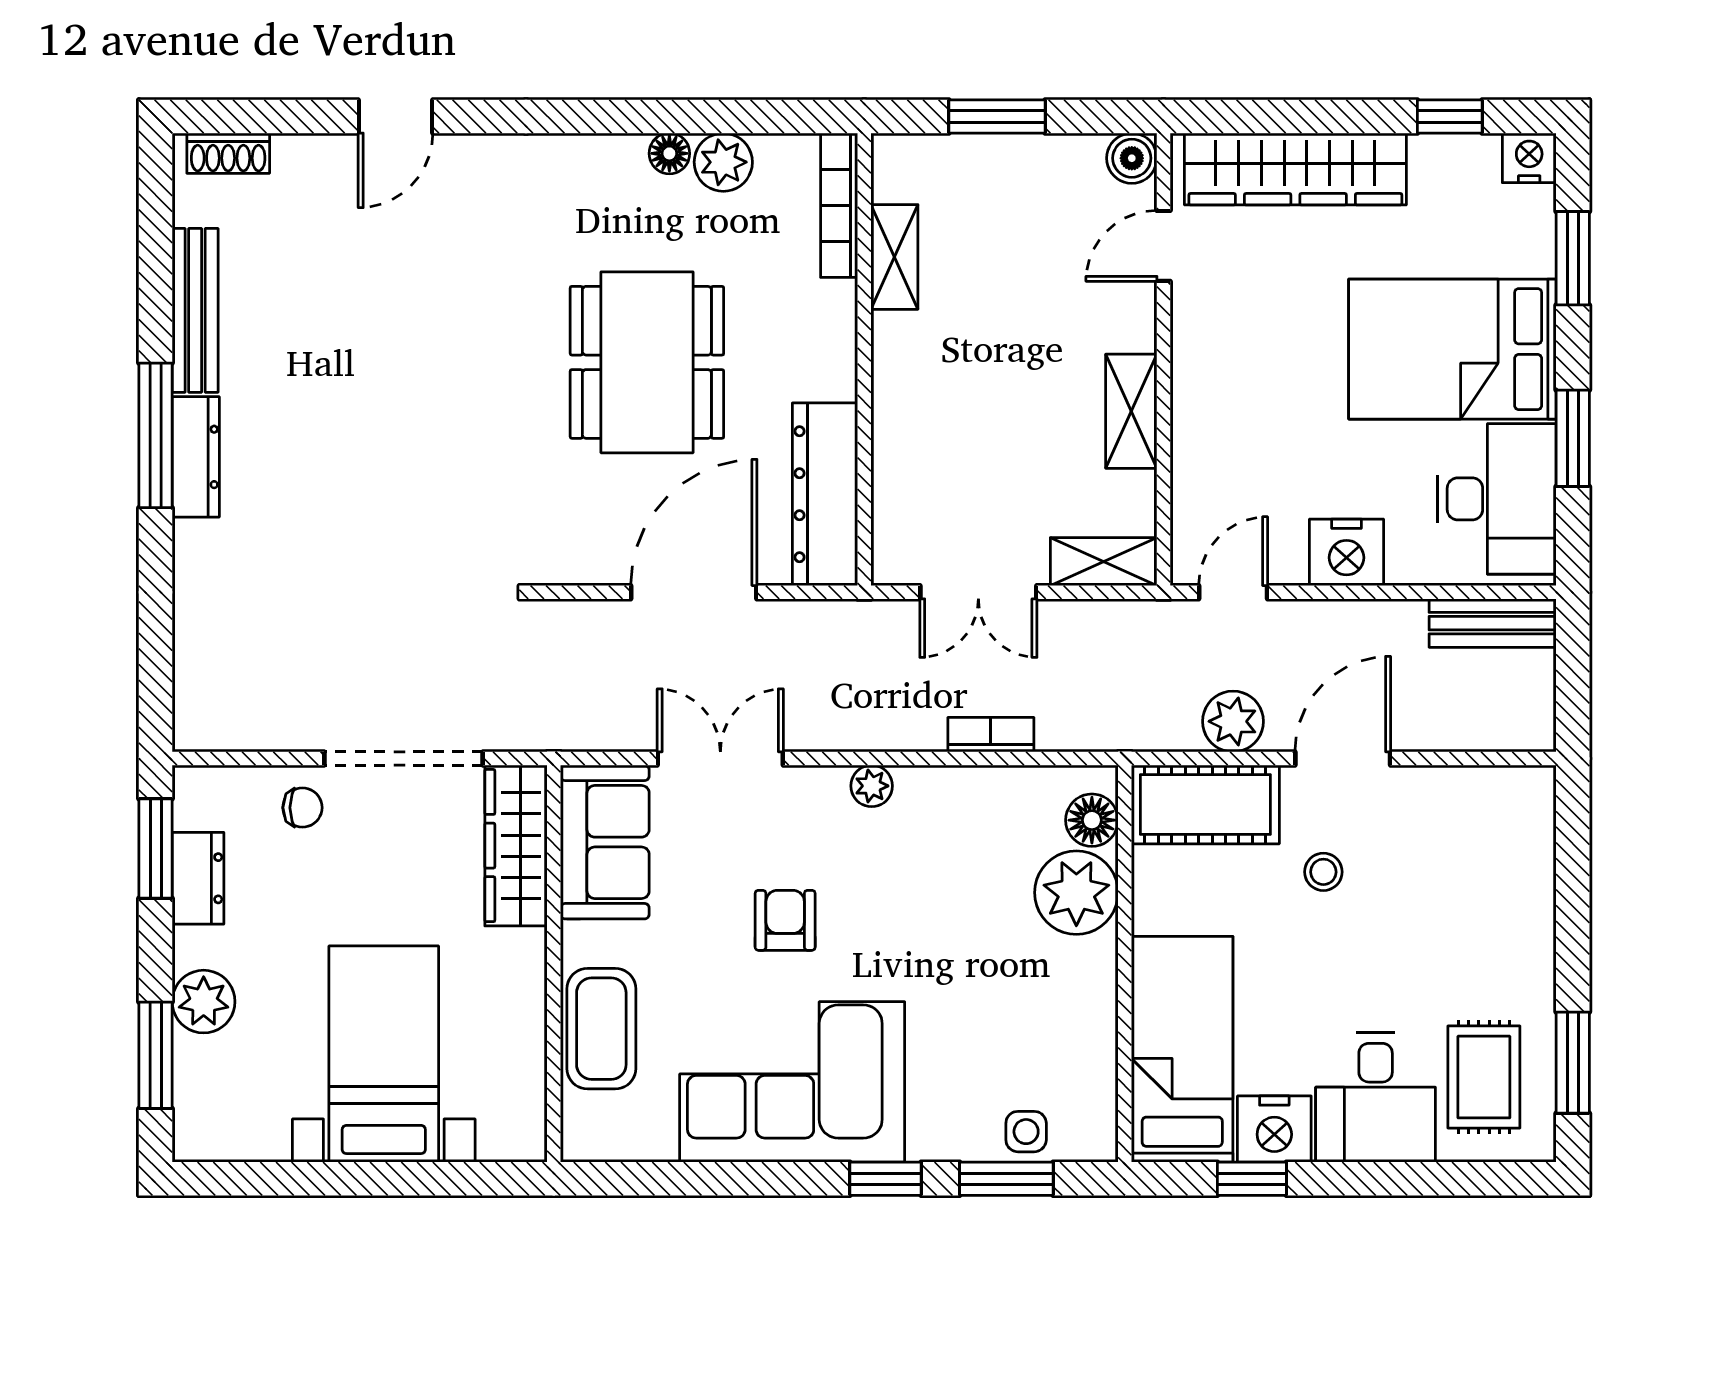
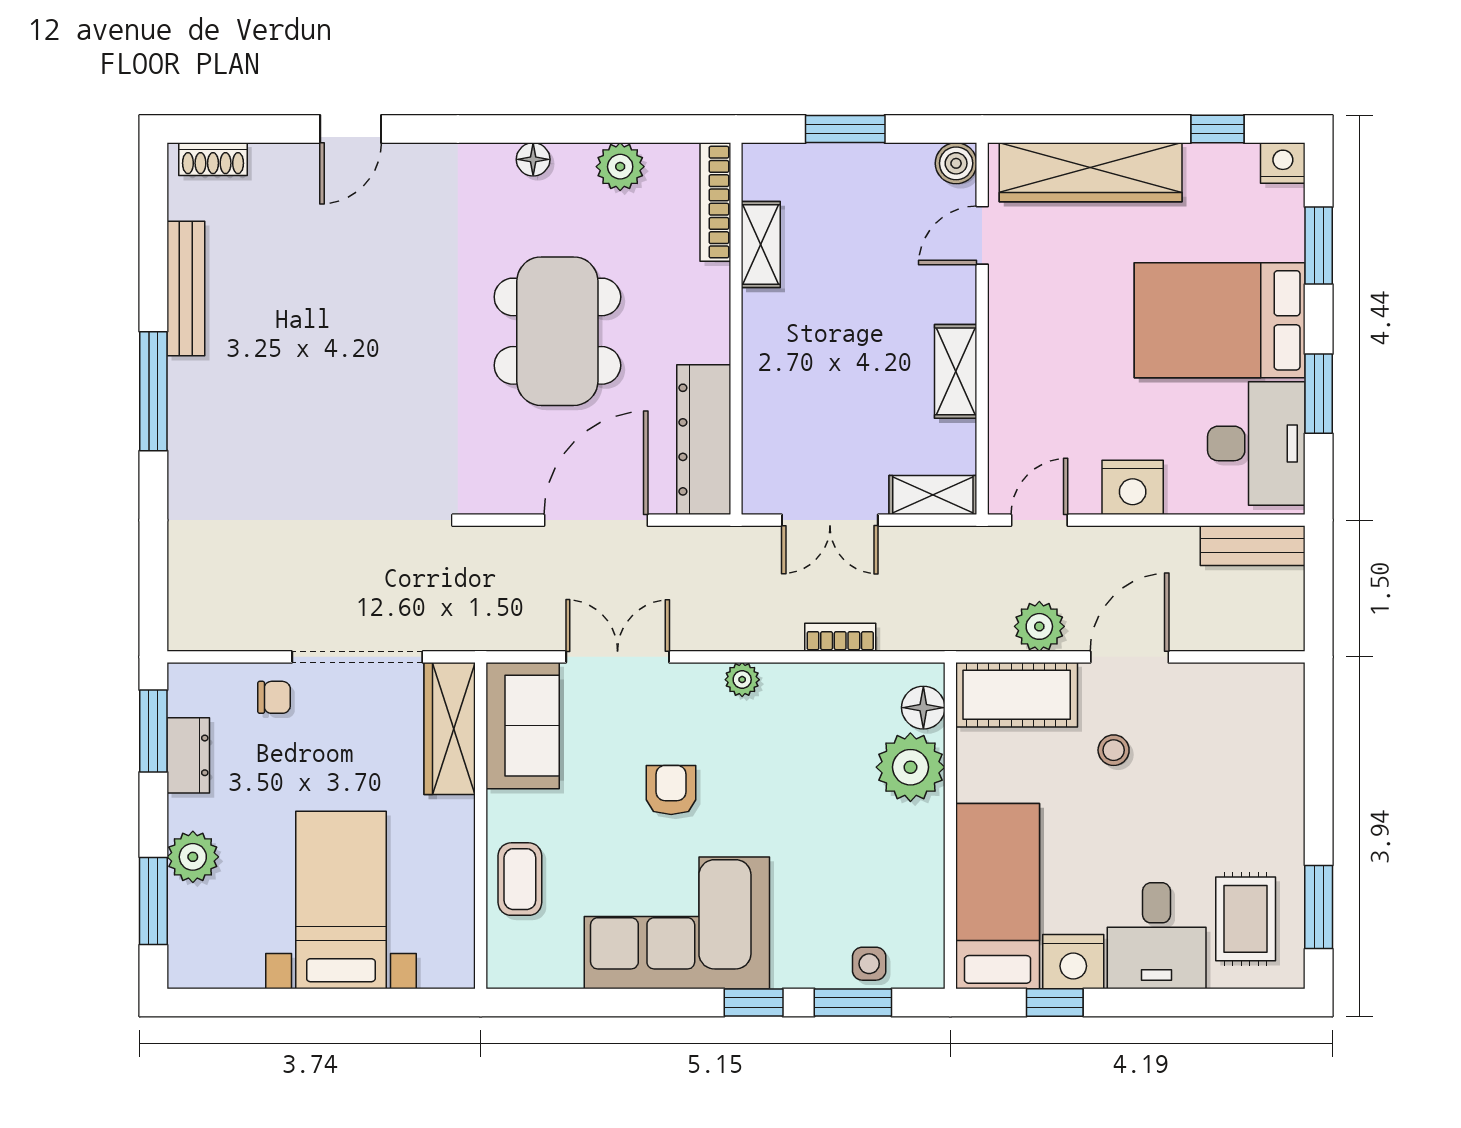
floor lamp: (669, 153) -> (533, 159), moved
dresser: (196, 457) -> (186, 409), removed
coffee table: (601, 1029) -> (520, 879), width x0.73, depth x0.77

